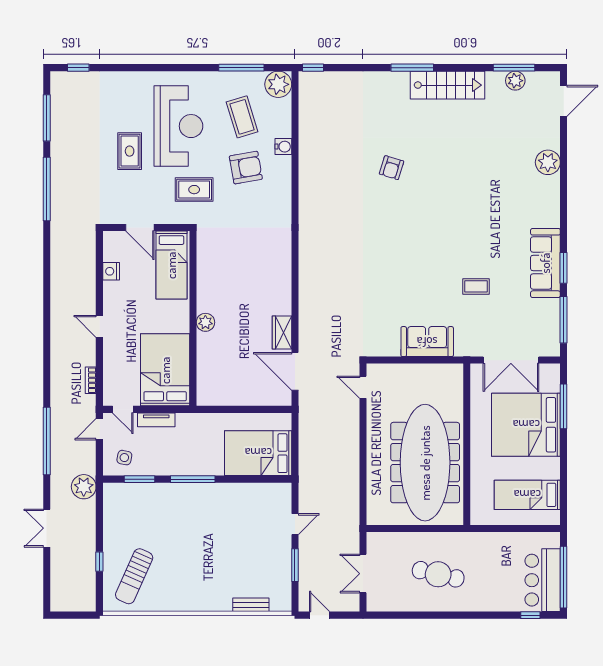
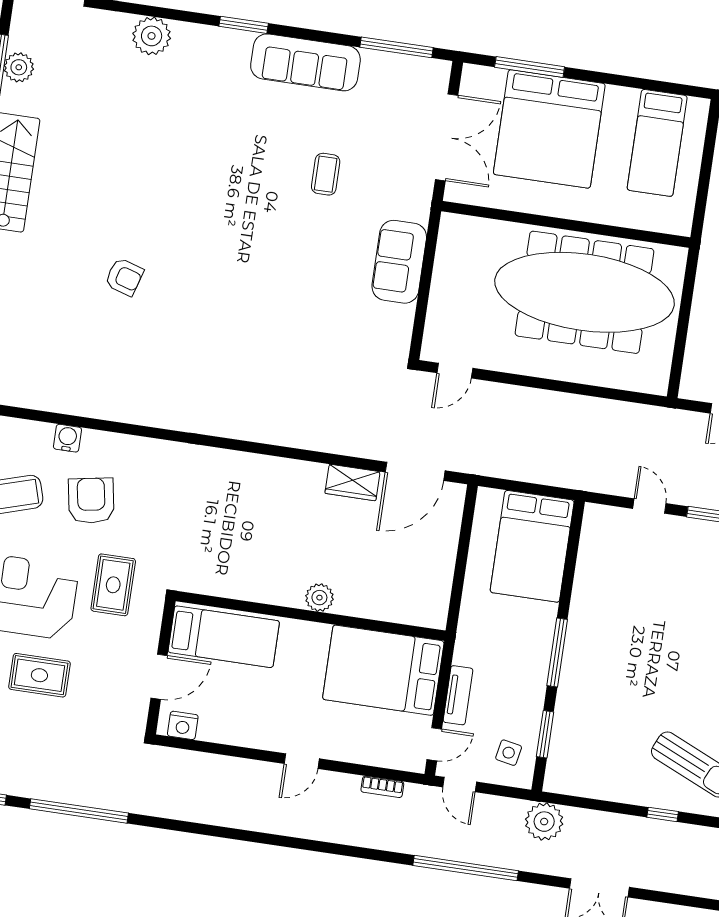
window: (564, 268) -> (244, 25), moved
nightstand: (111, 271) -> (183, 725), moved

